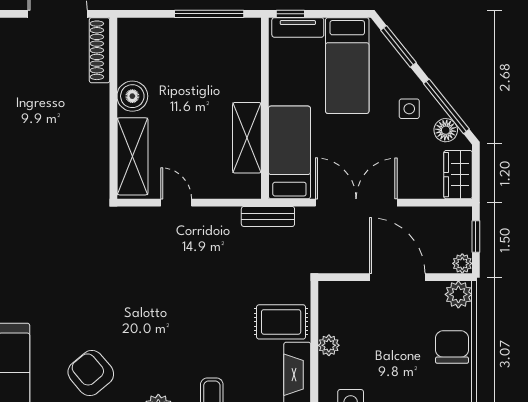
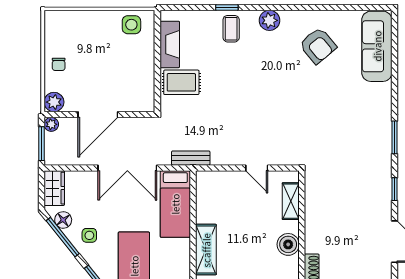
shelving: (247, 138) -> (206, 250), moved
shelving: (132, 156) -> (291, 201), width x0.67, depth x0.75
window: (476, 236) -> (41, 144), width x1.50
door: (397, 277) -> (98, 114), hinge flipped
plant: (329, 345) -> (147, 66), removed
chair: (452, 347) -> (59, 64), width x0.54, depth x0.54

